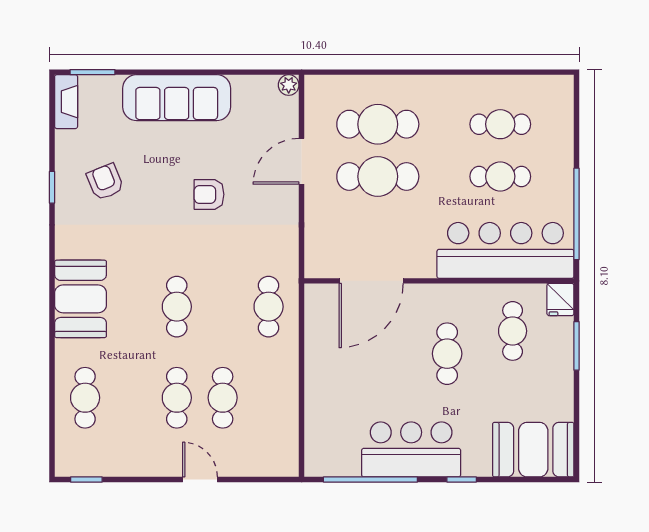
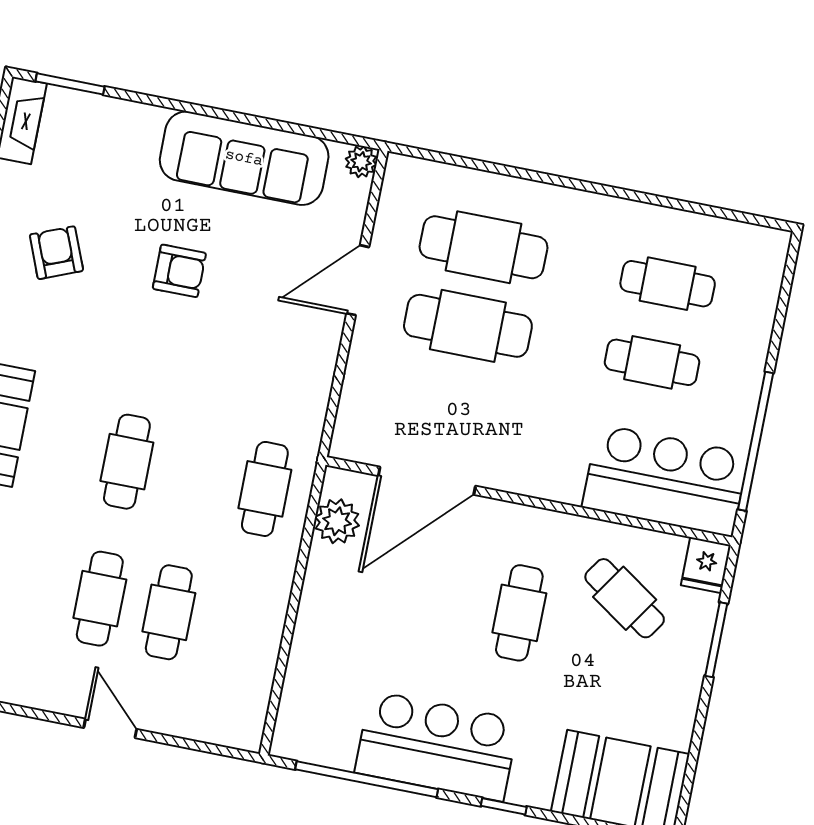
sofa: (177, 98) -> (244, 158), moved
armchair: (209, 194) -> (179, 271), moved, turned 180
bar counter: (505, 250) -> (665, 480), width x0.73
plant: (319, 318) -> (337, 521), added
cafe table: (513, 331) -> (625, 598), turned -56

